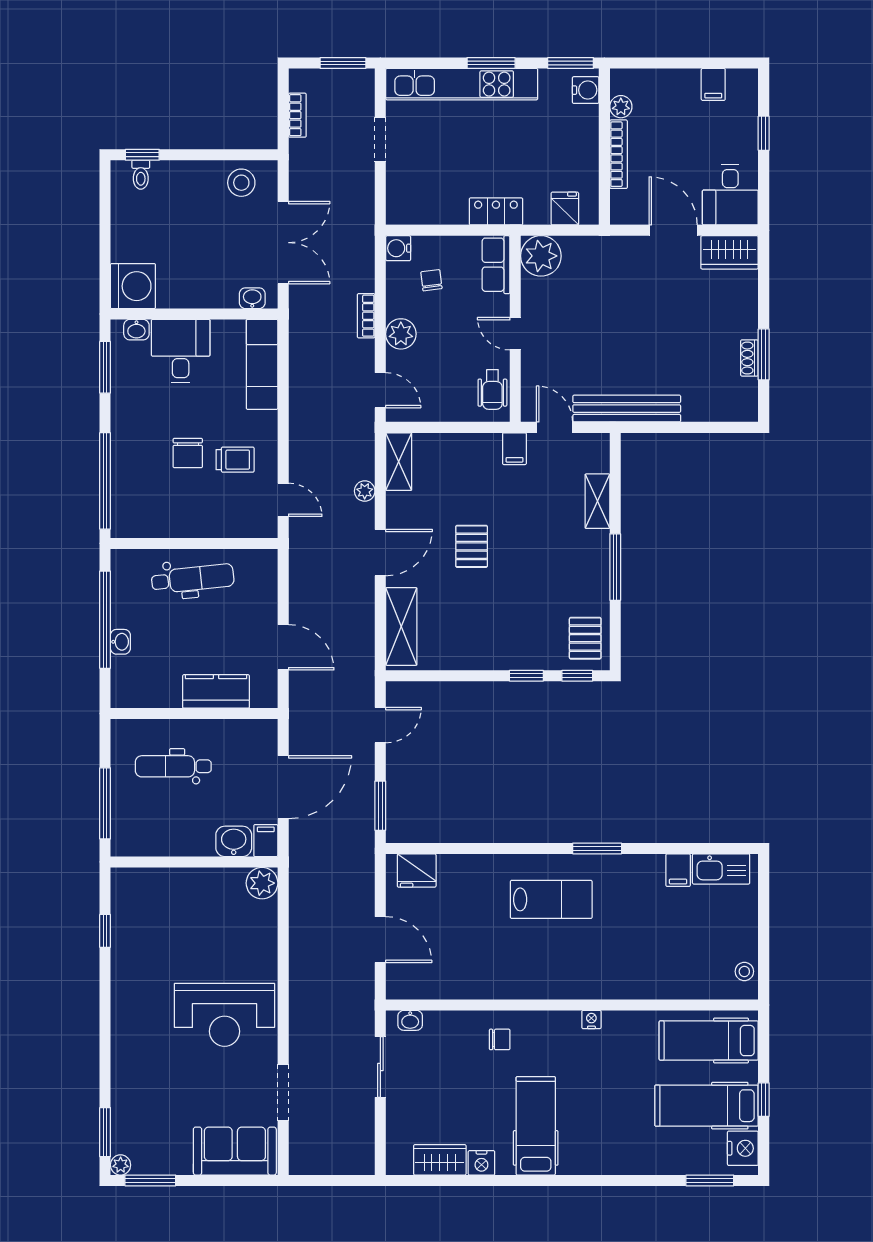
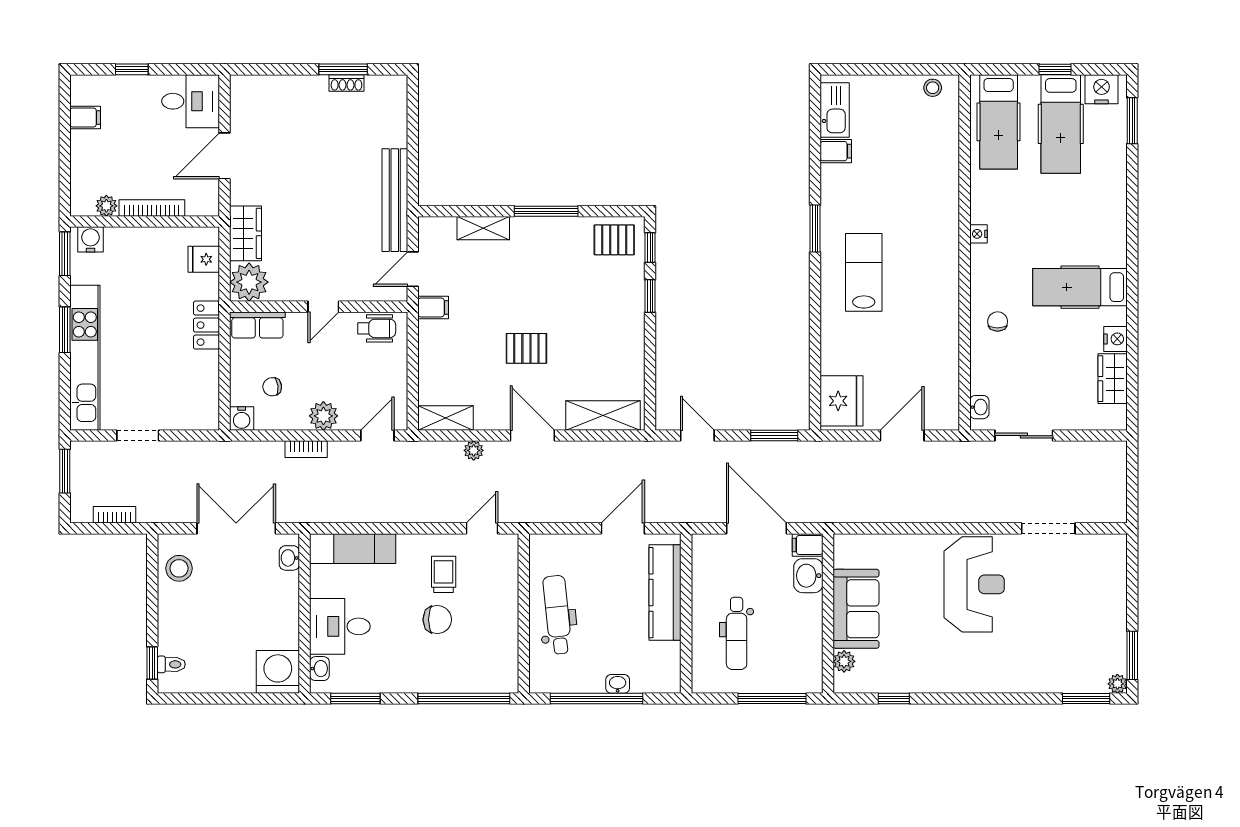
wardrobe: (730, 252) -> (246, 233), moved
kitchen counter: (216, 691) -> (665, 593), width x1.50
fridge: (417, 871) -> (842, 401), width x1.36, depth x1.34
plant: (262, 883) -> (844, 661), moved, width x0.73, depth x0.73
sofa: (235, 1151) -> (856, 609), moved, turned 180

